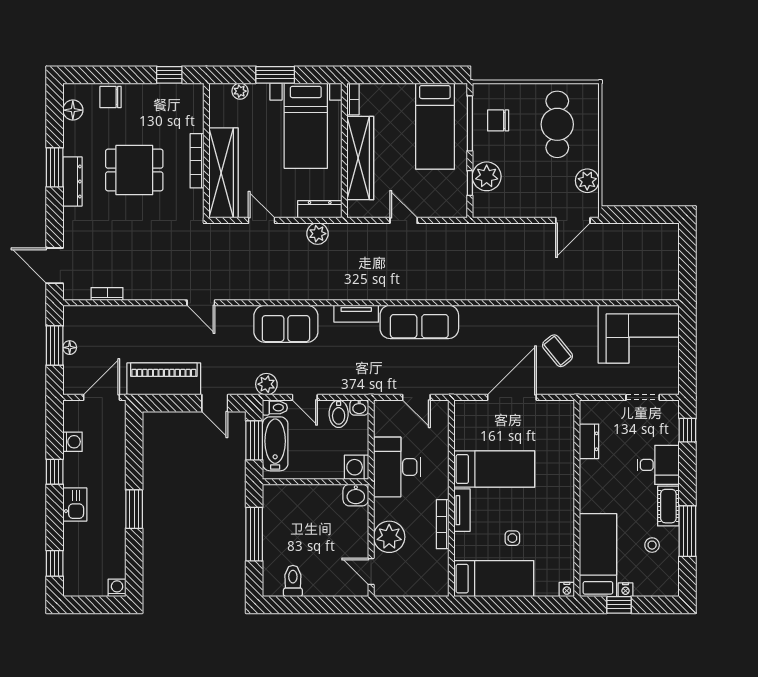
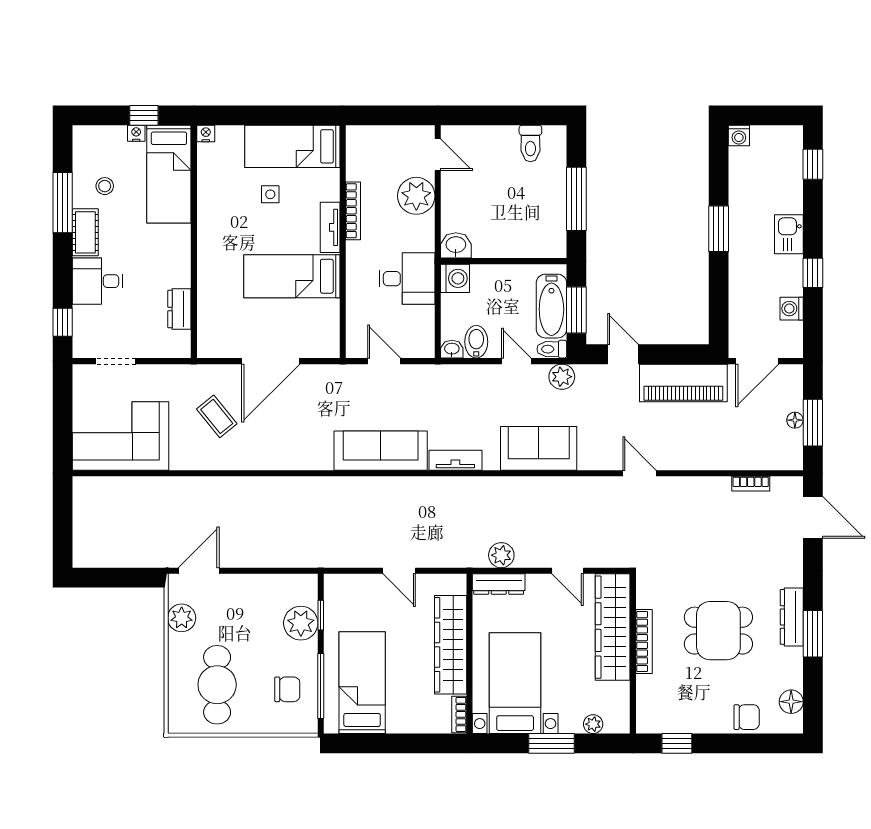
desk: (397, 467) -> (407, 279), width x0.73

